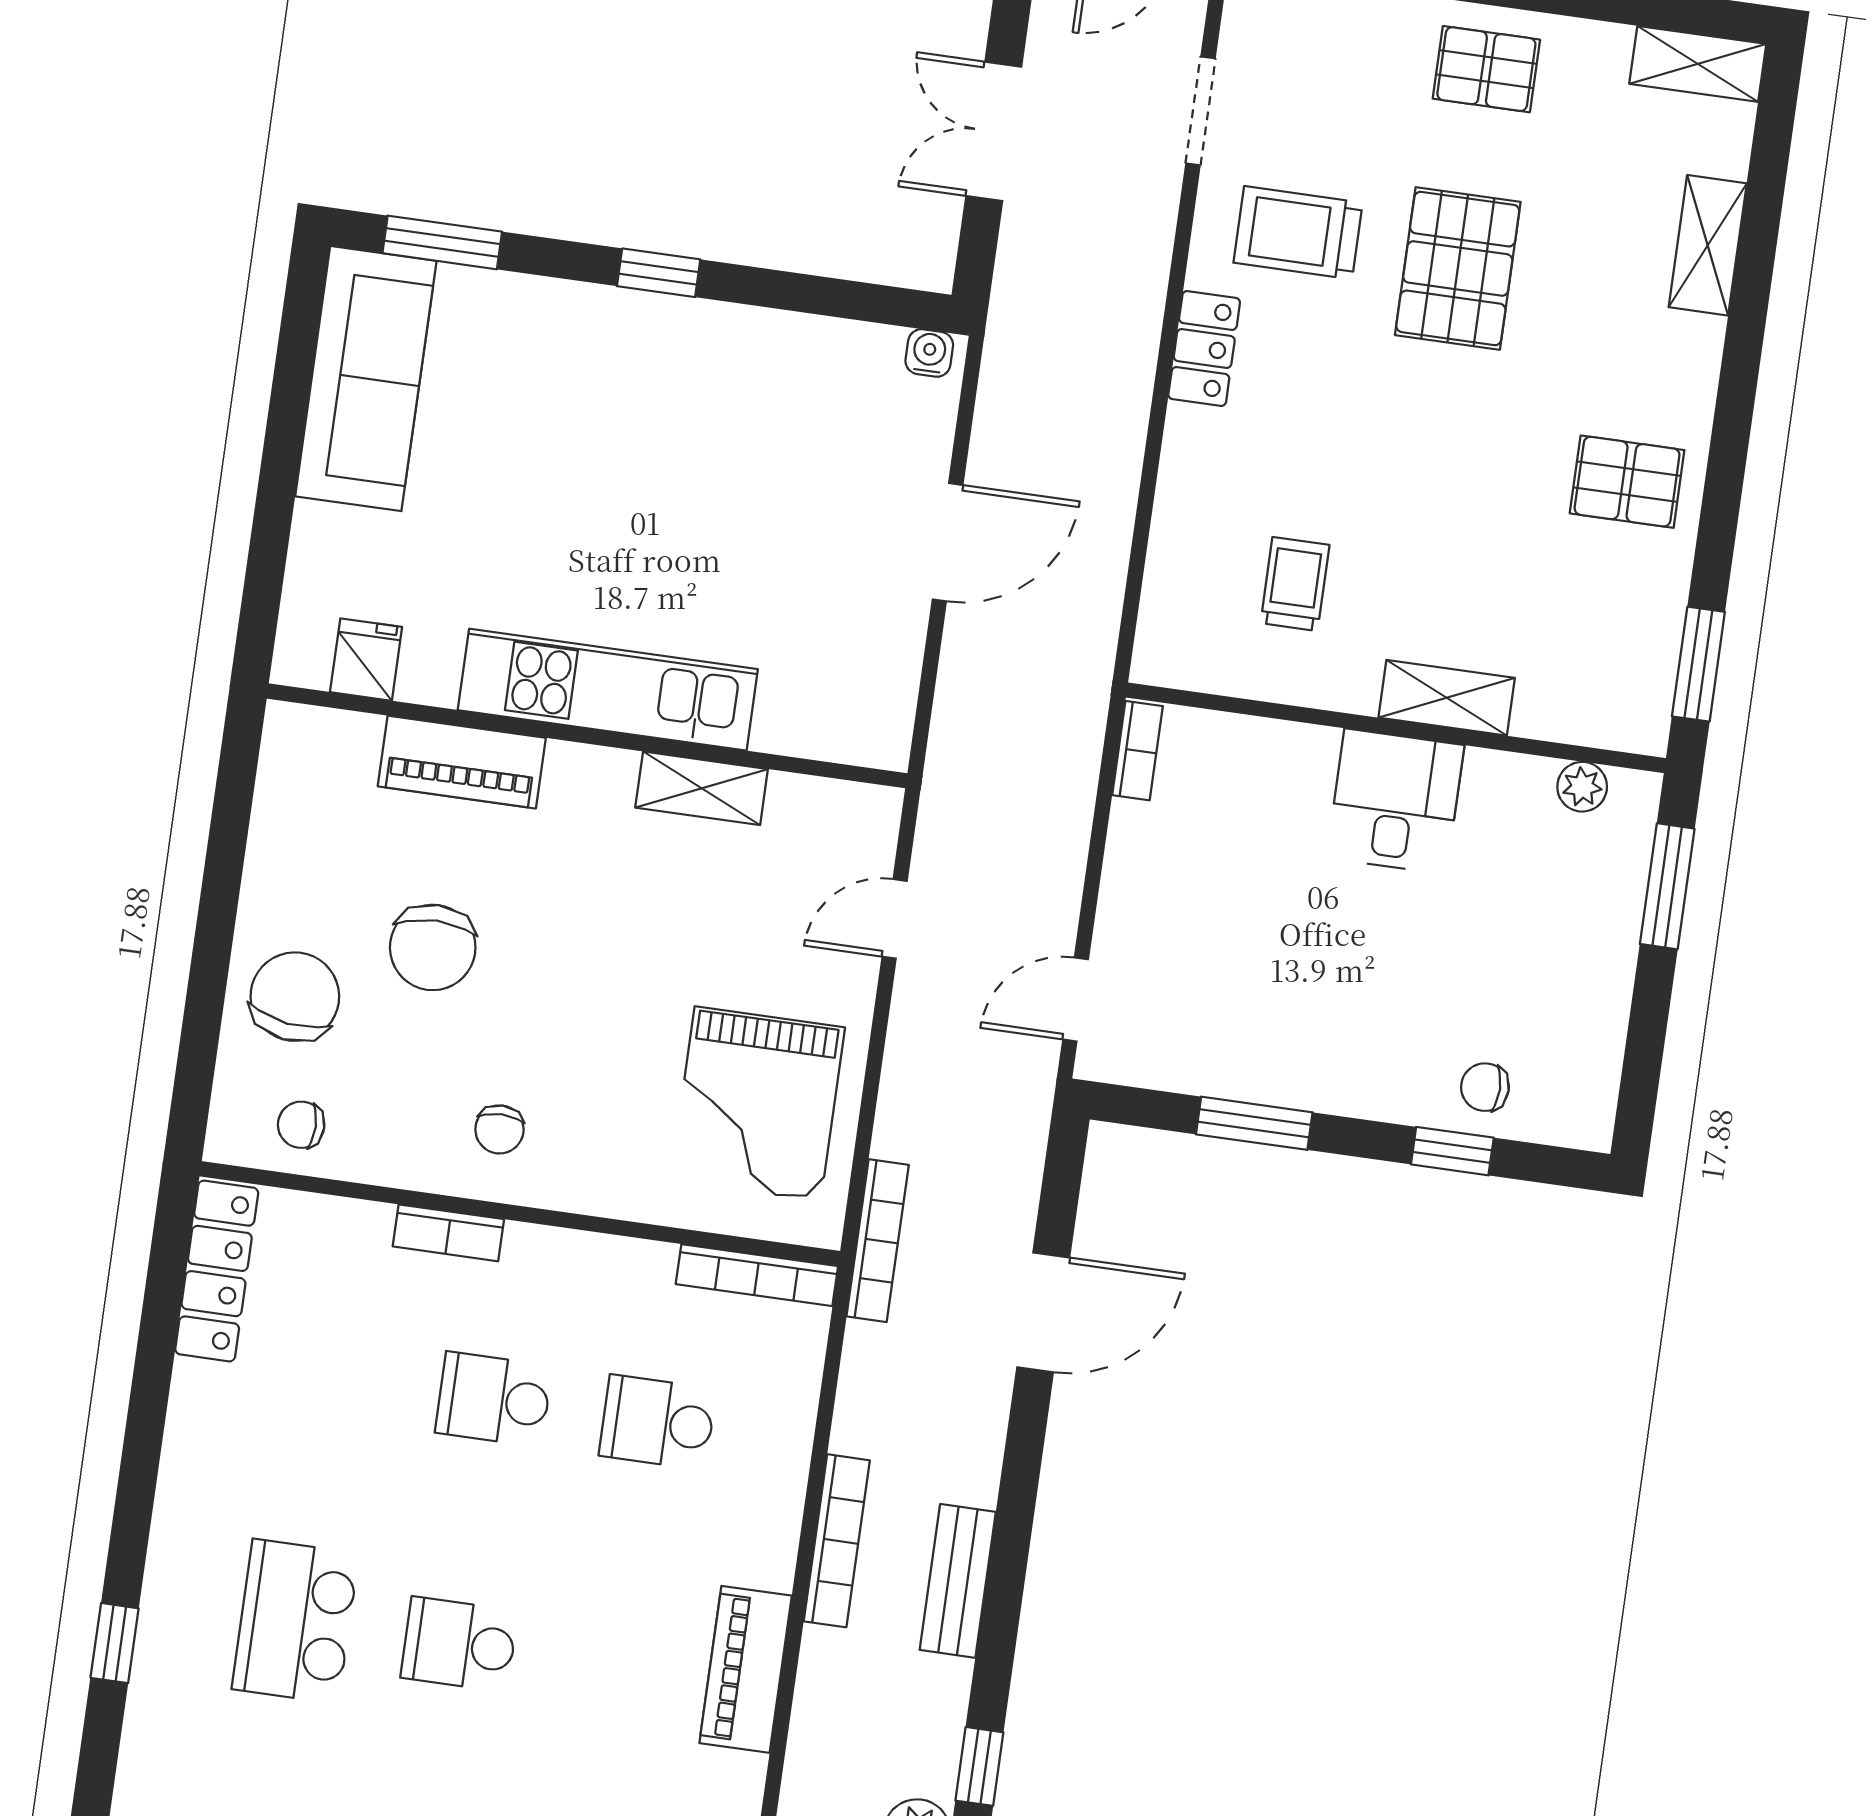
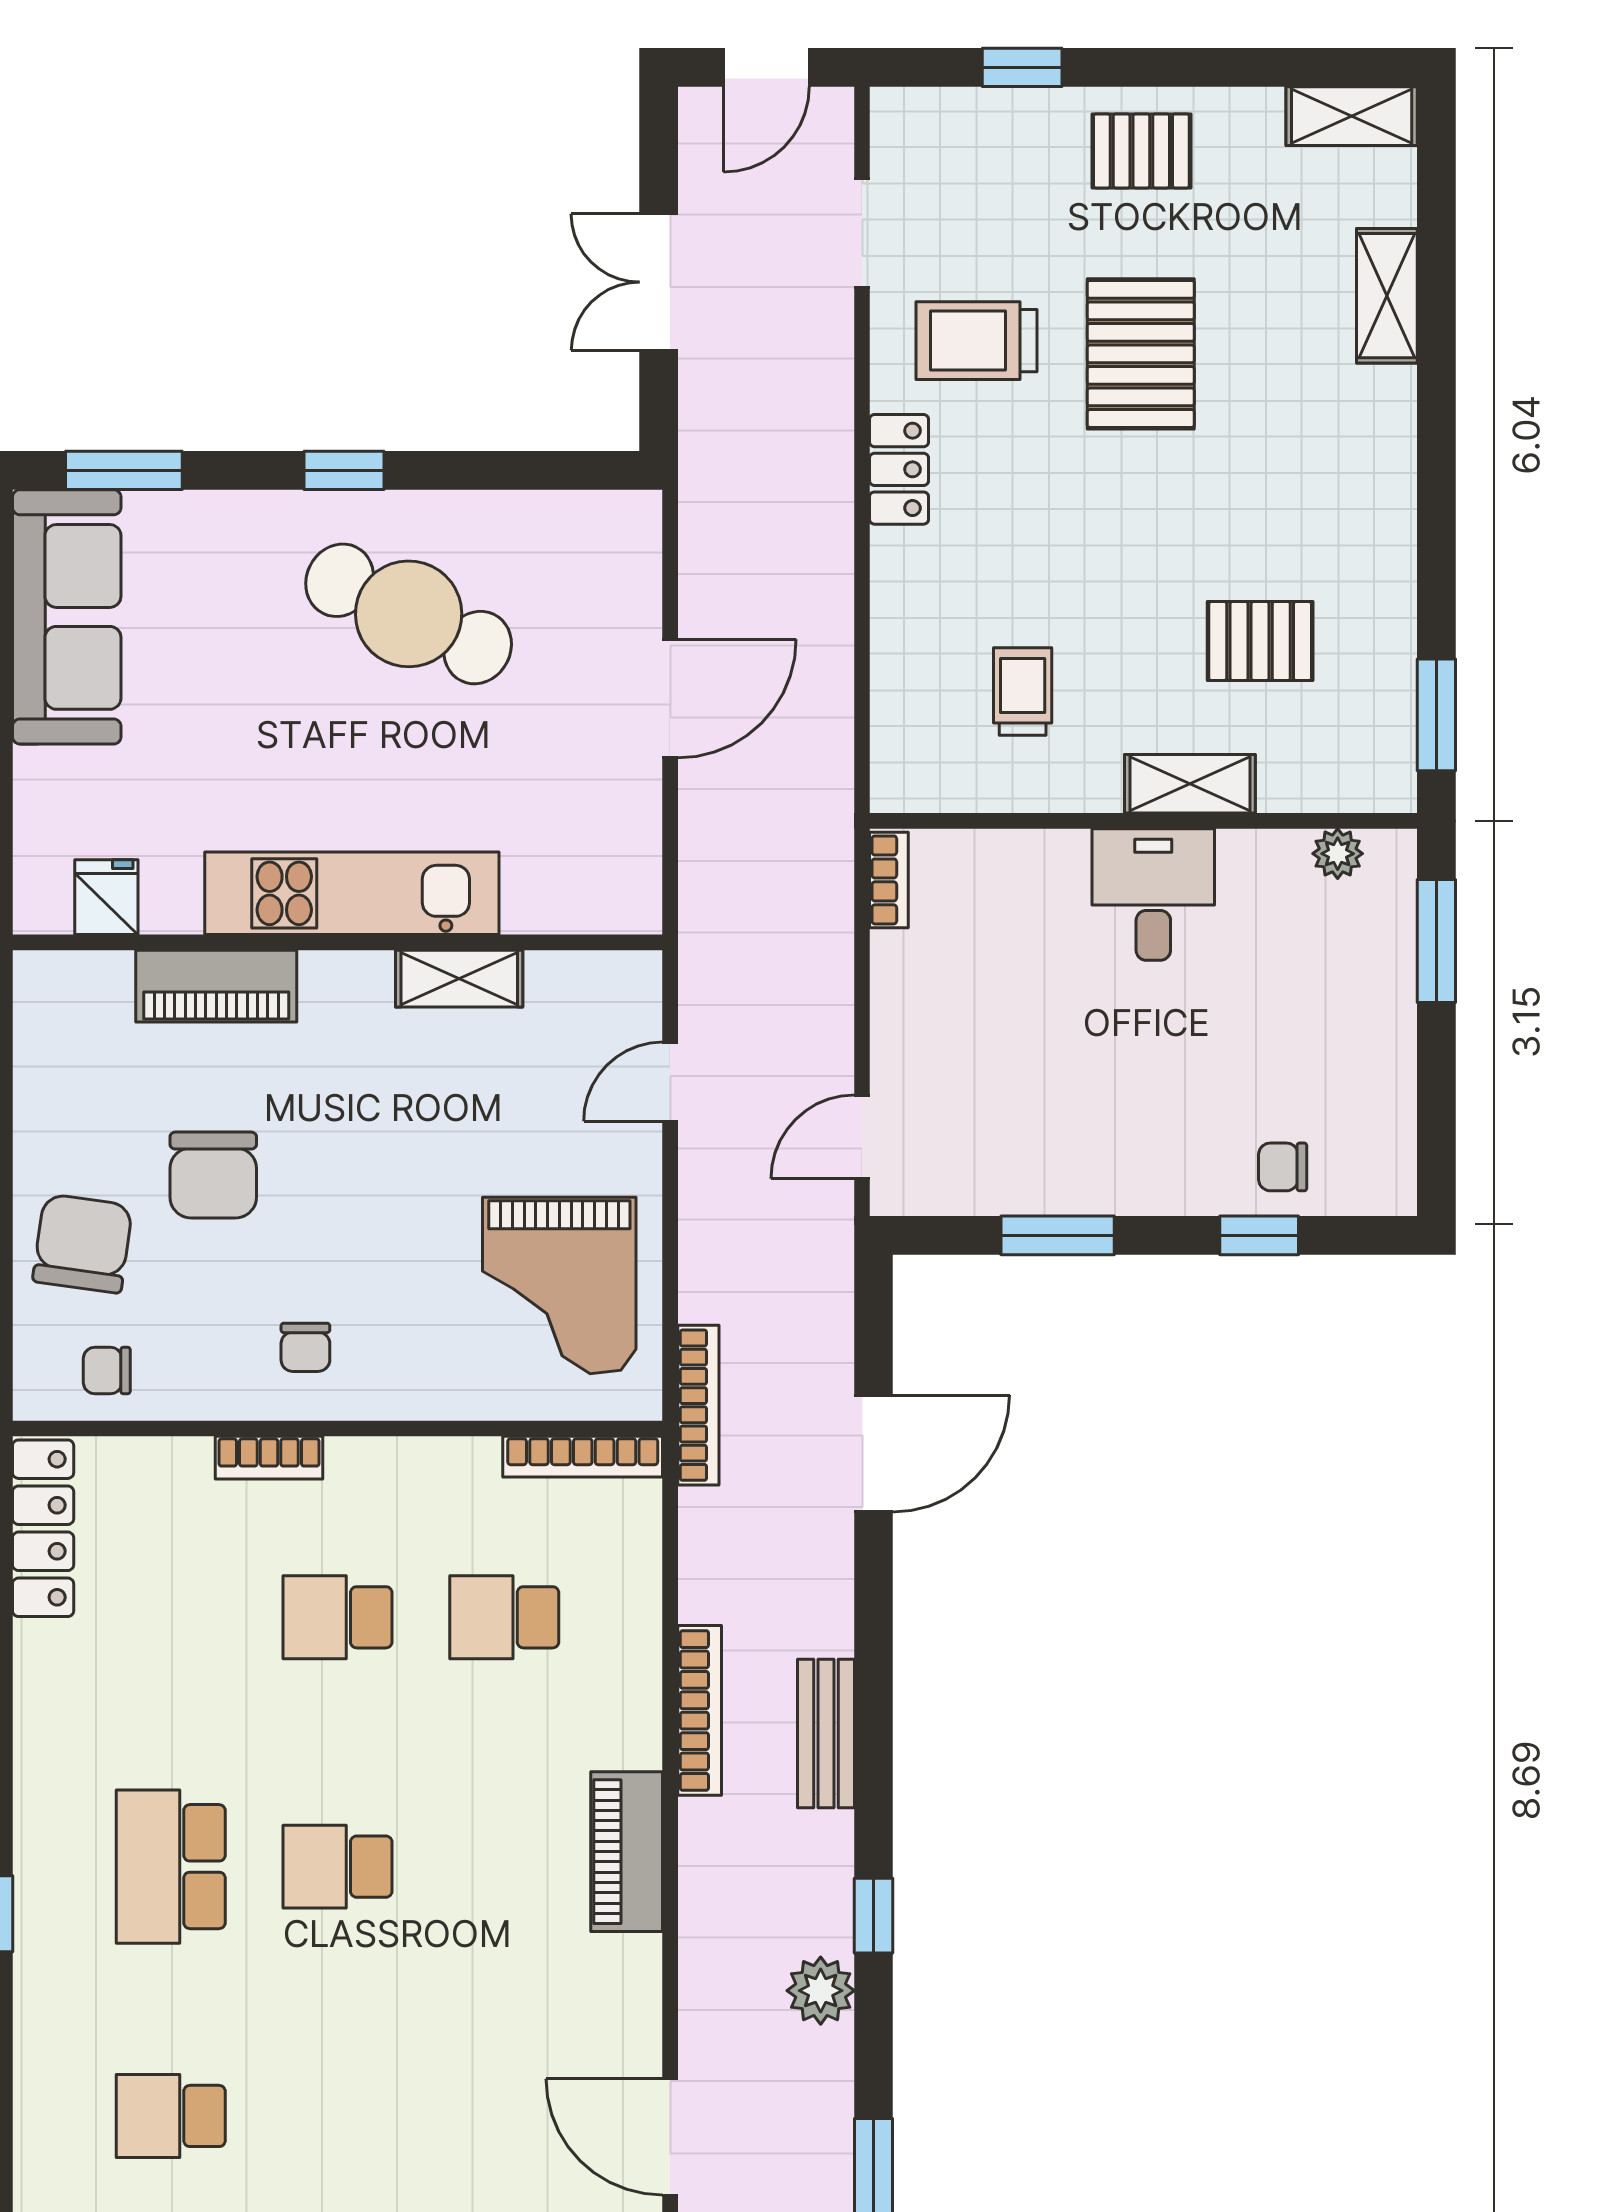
water cooler: (929, 353) -> (625, 512), removed
cafe table: (702, 423) -> (409, 614), added
pallet: (1627, 482) -> (1260, 641), moved

